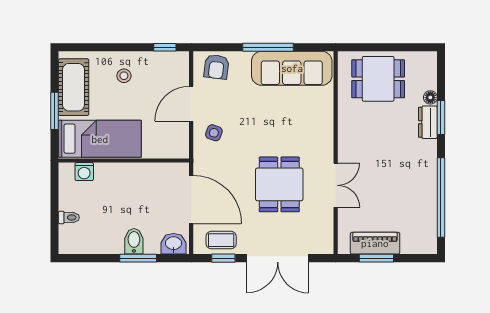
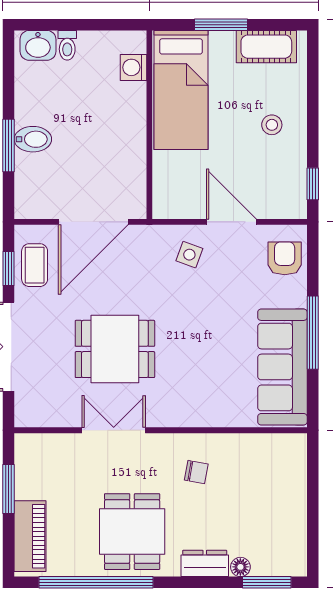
armchair: (216, 67) -> (285, 258), turned 83
dining table: (378, 79) -> (132, 532), moved
cot: (74, 87) -> (266, 47), width x0.73, depth x0.75
window: (441, 117) -> (267, 582), moved
chair: (365, 128) -> (196, 472), added
double door: (336, 185) -> (114, 430), swing flipped
piano: (375, 243) -> (30, 536), moved
washbasin: (174, 244) -> (38, 45), moved, turned 90

